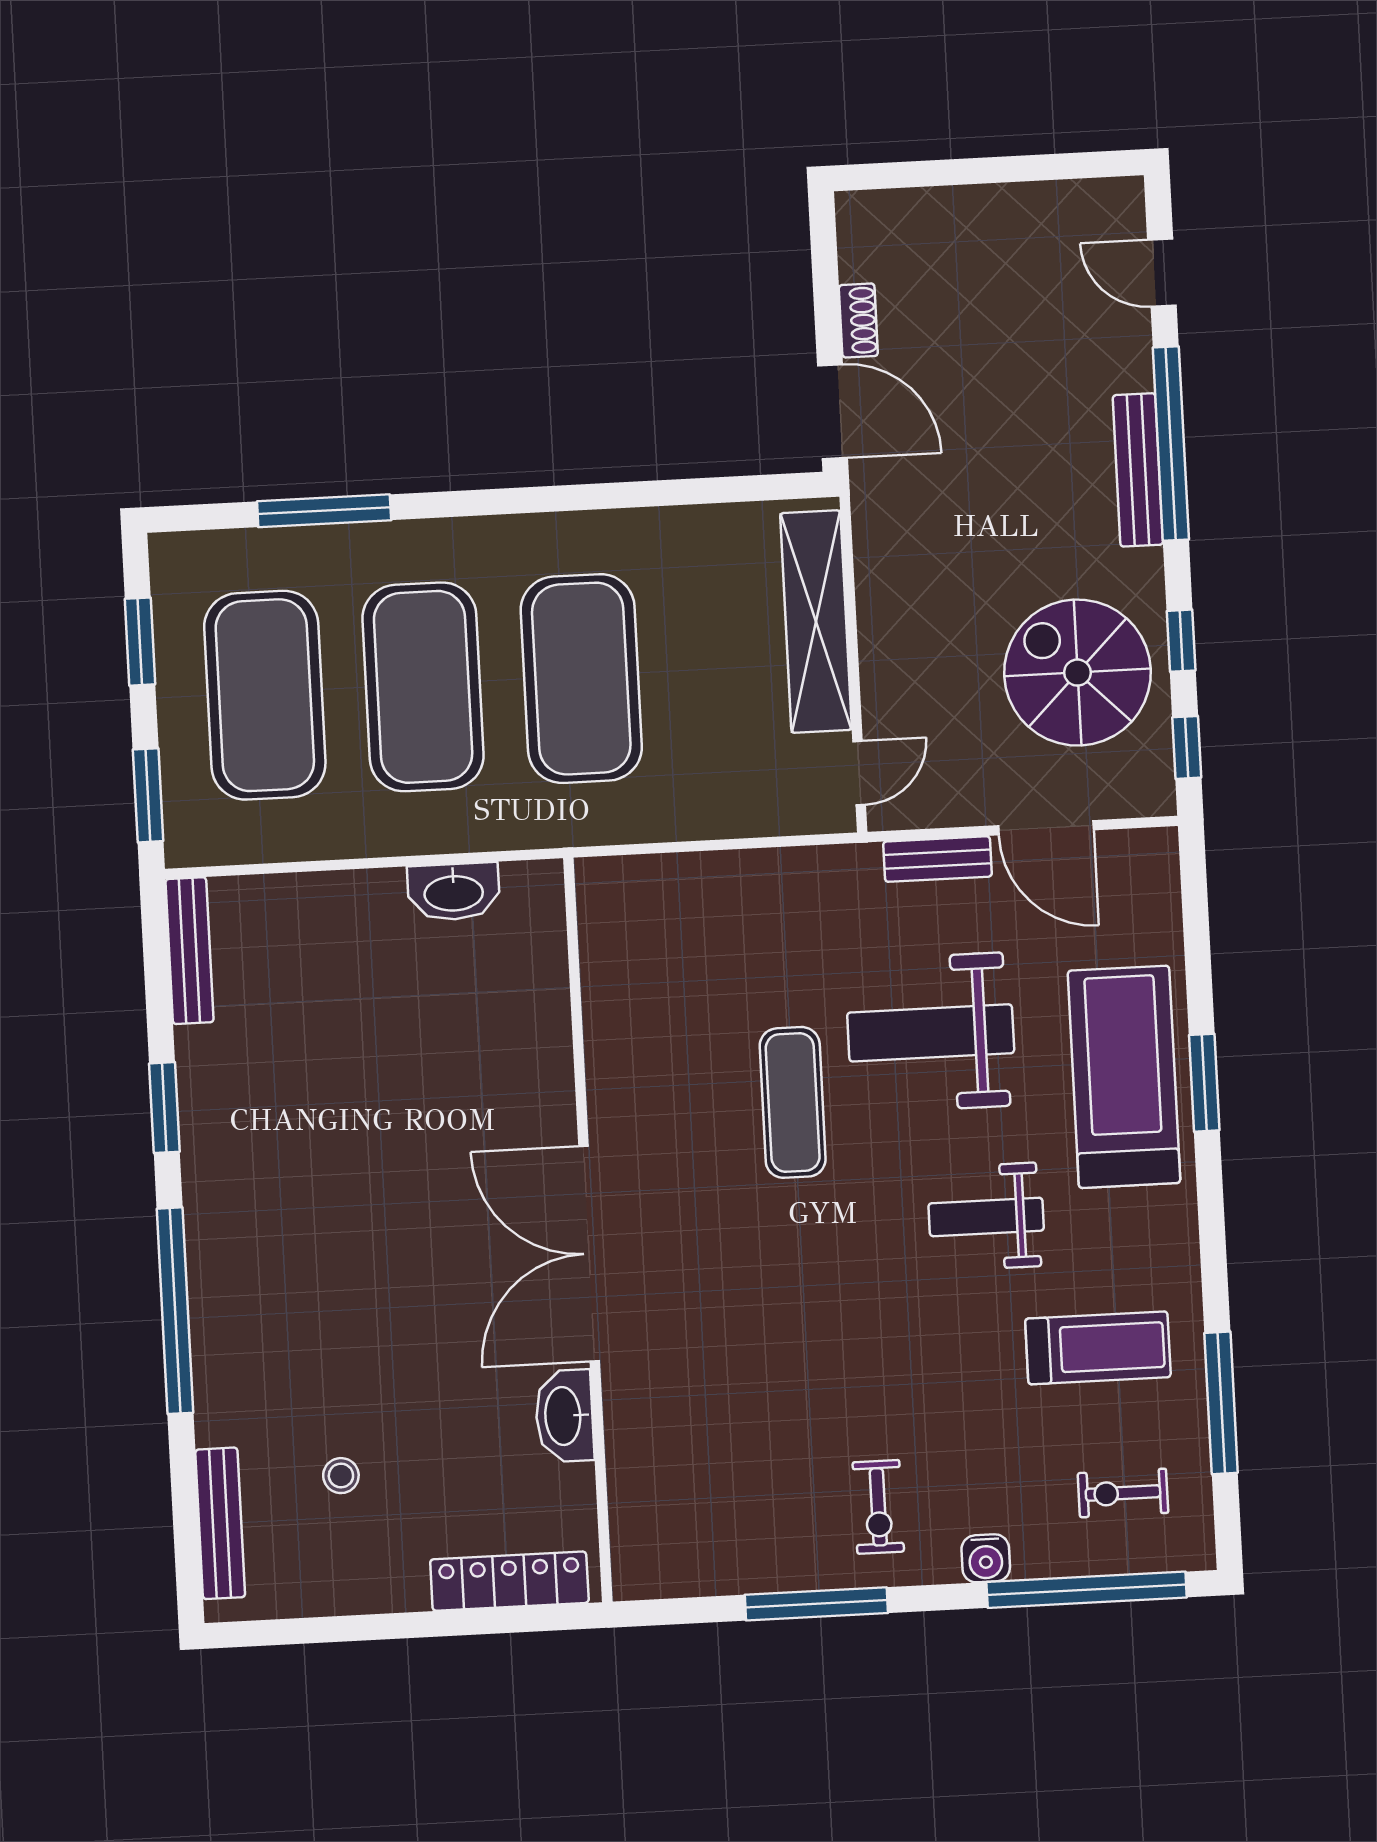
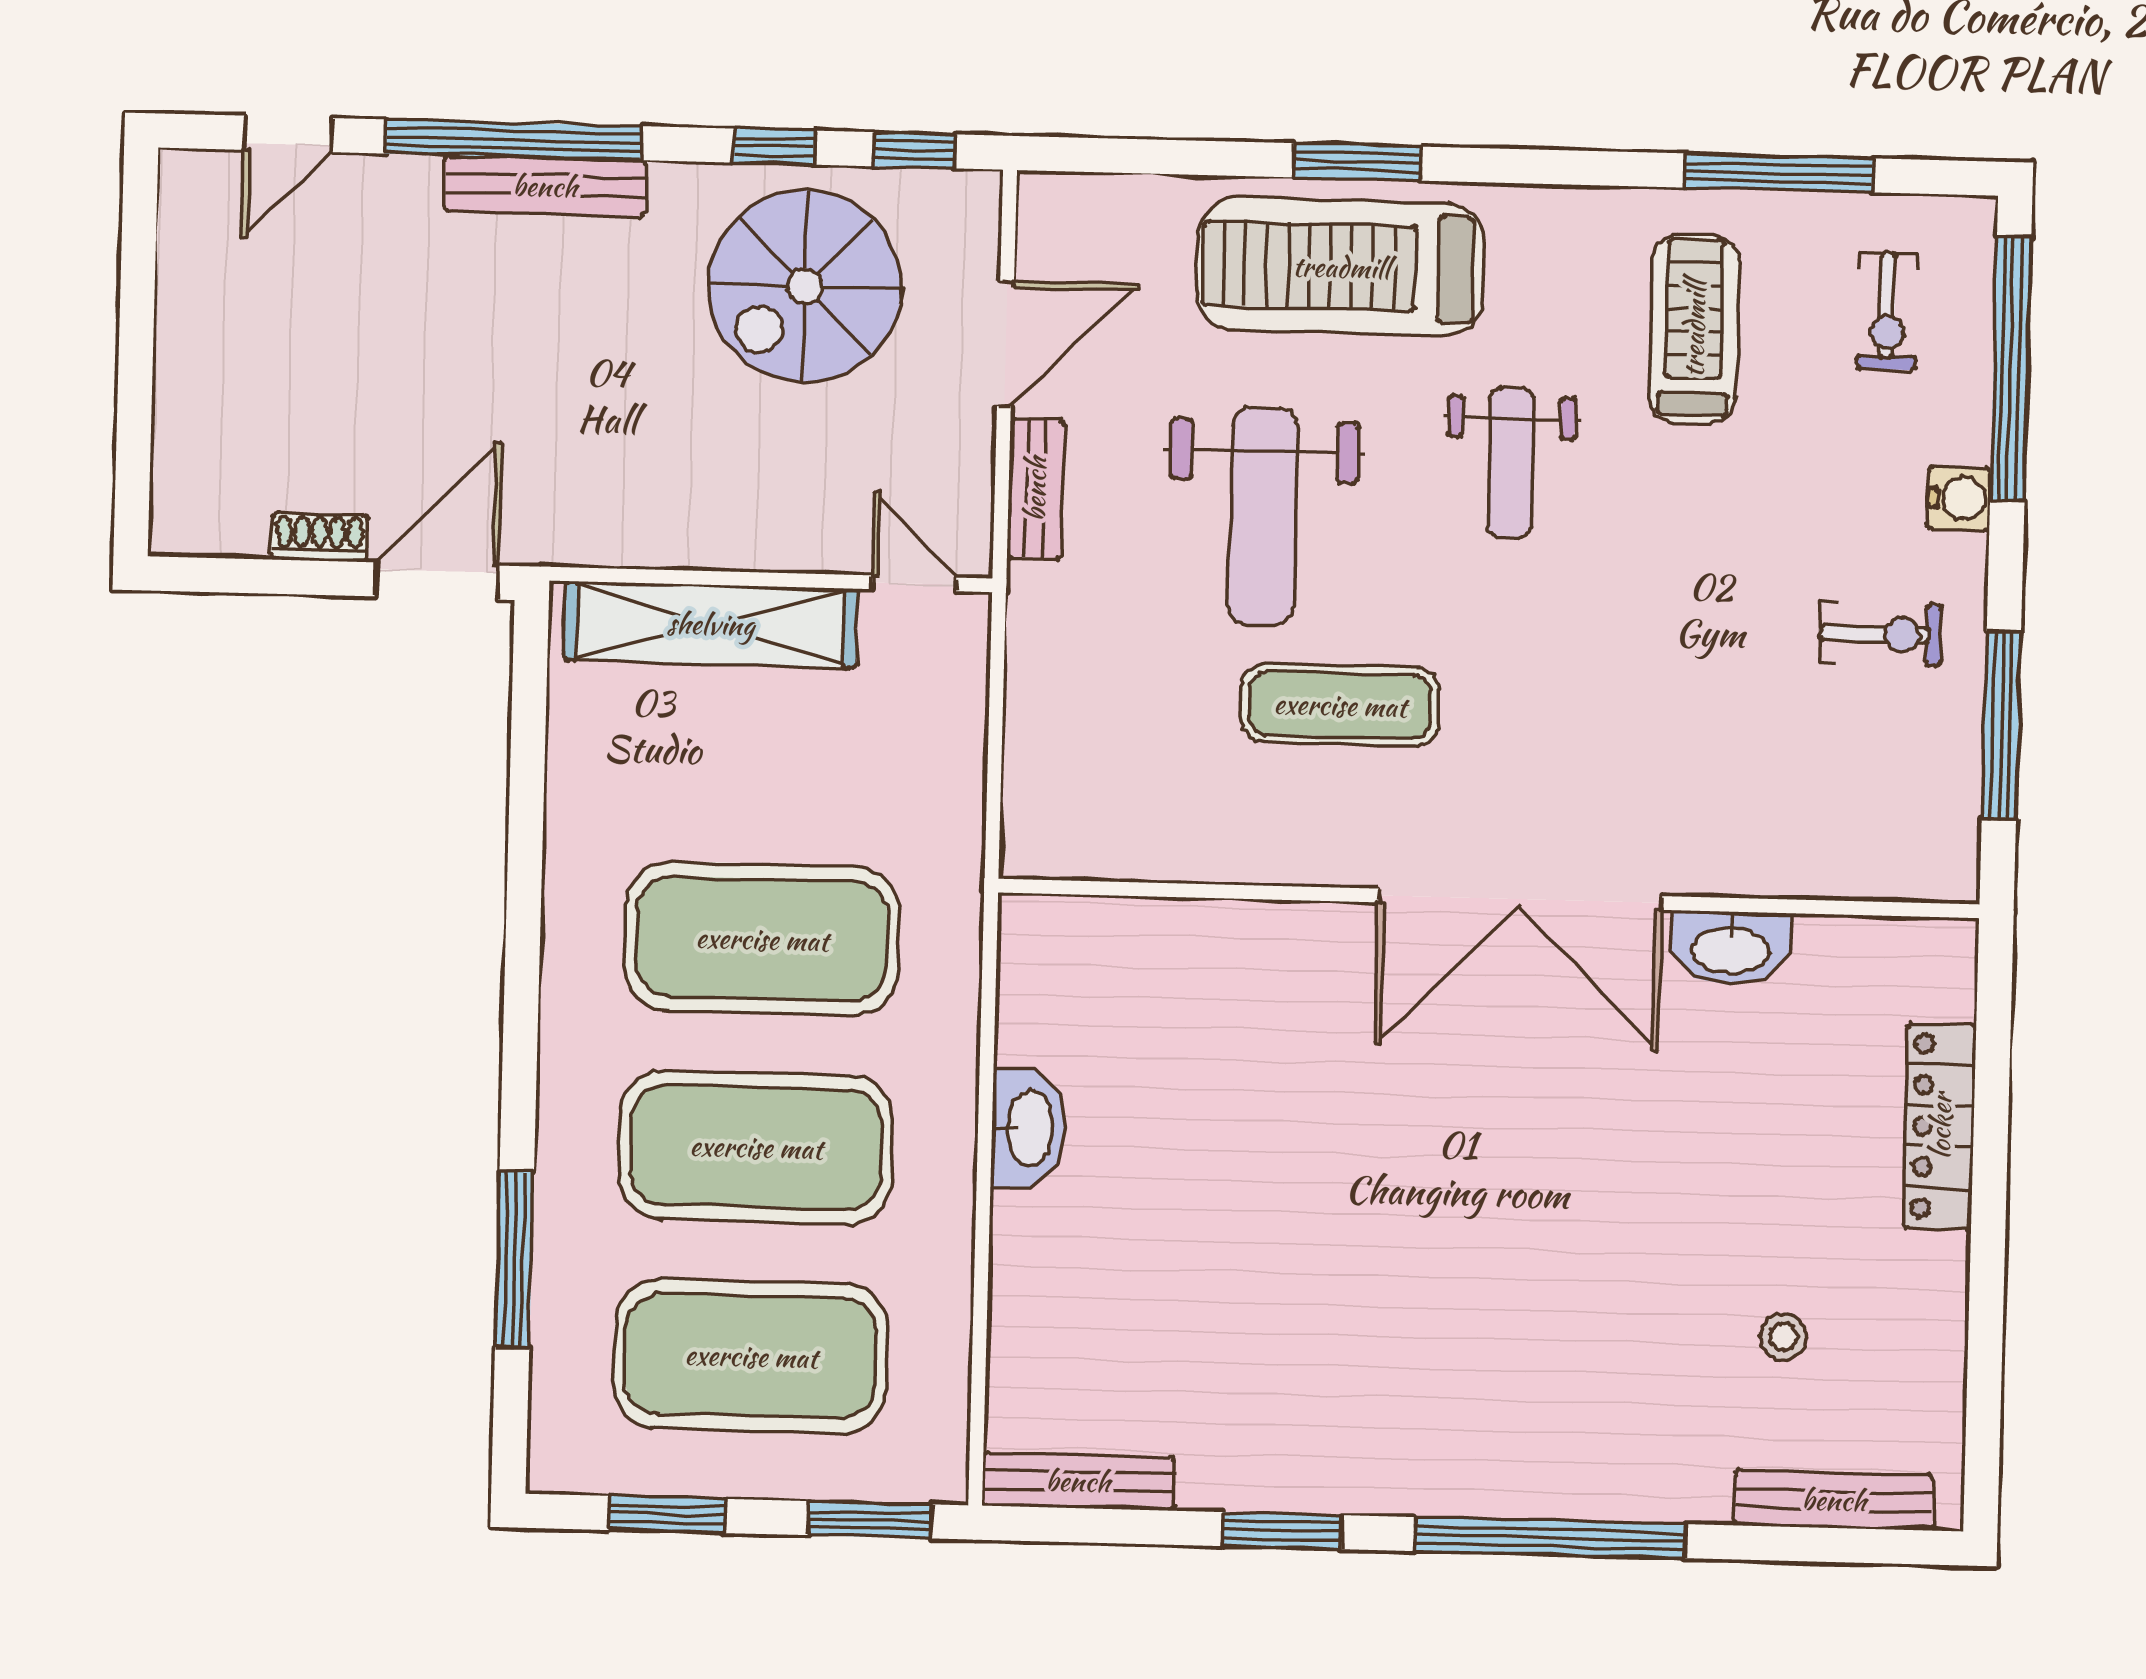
wall: (588, 1230) -> (1489, 898), moved
double door: (589, 1254) -> (1520, 899), moved
washbasin: (564, 1416) -> (1731, 948), moved

